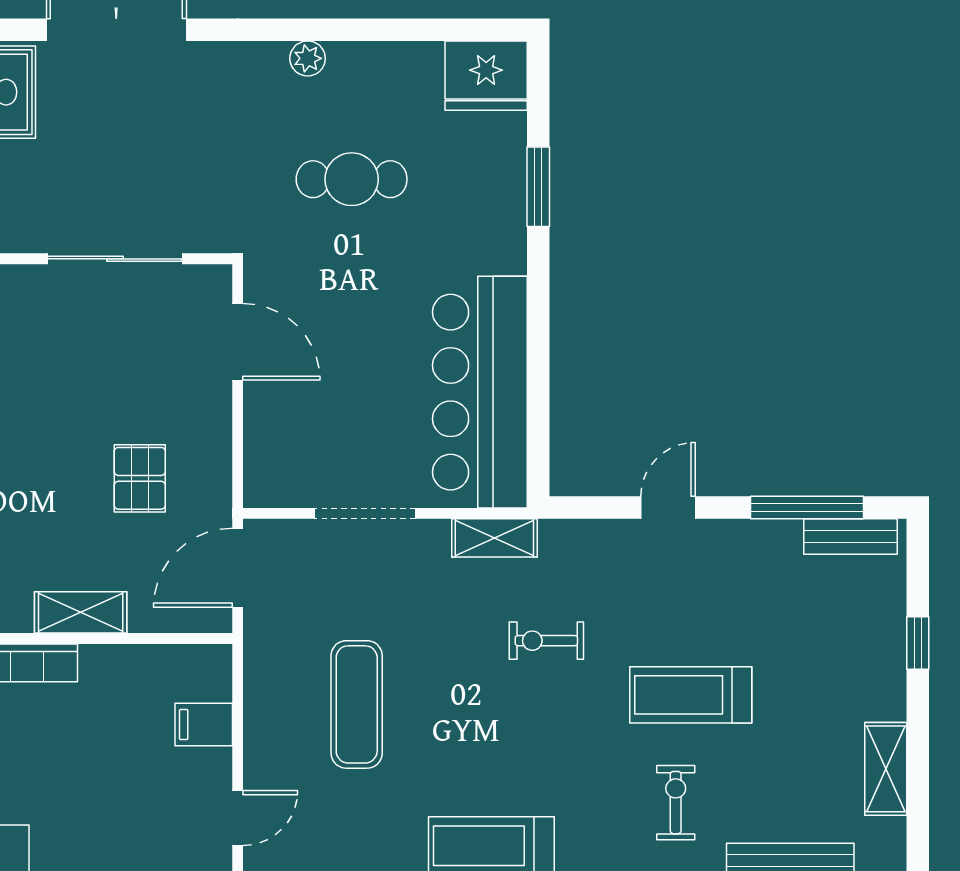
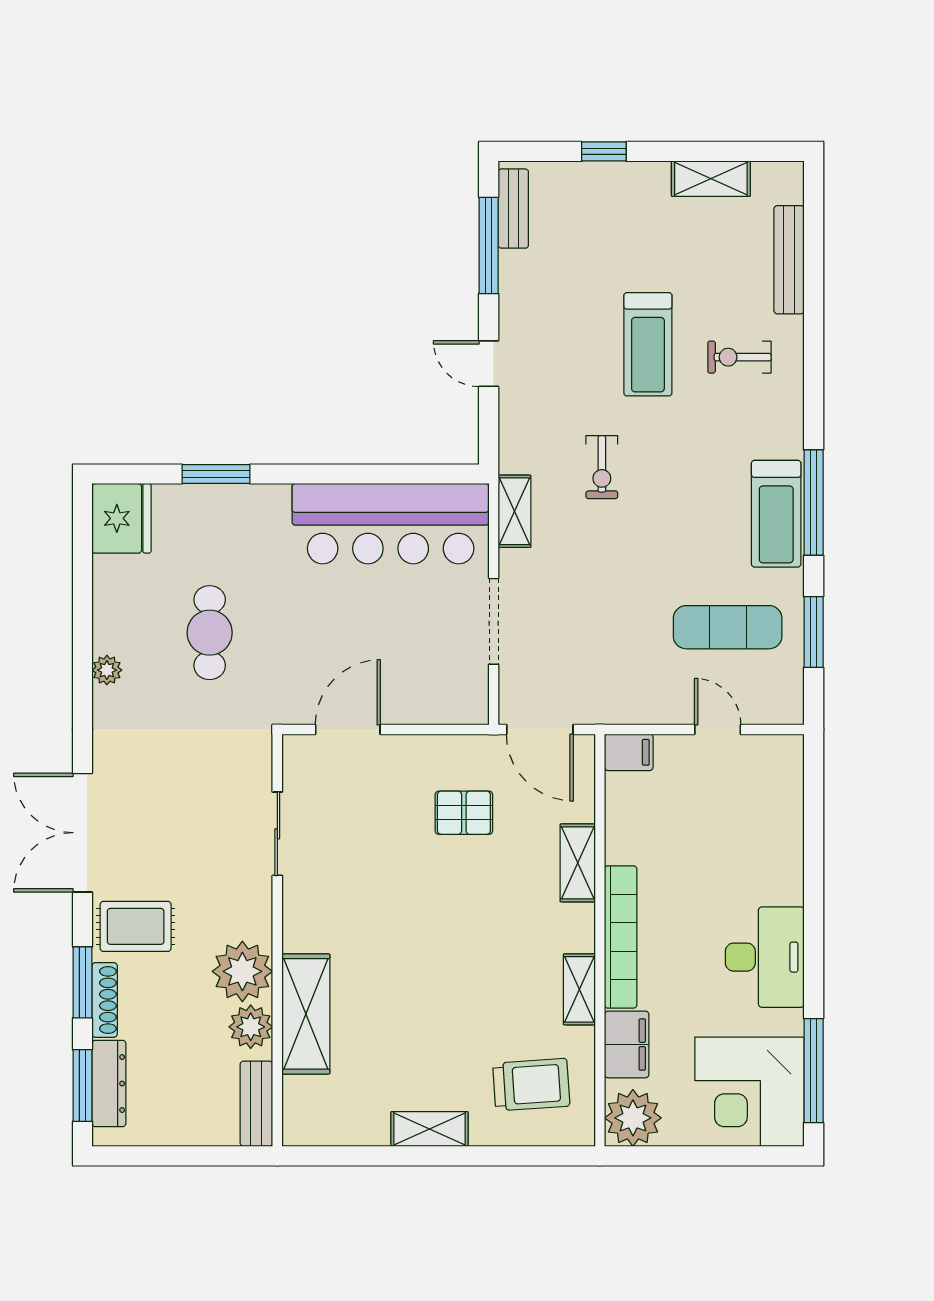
sliding door: (115, 259) -> (277, 834), width x0.73
exercise mat: (357, 704) -> (728, 627), moved
filing cabinet: (204, 724) -> (629, 752), moved, turned -90
door: (238, 818) -> (718, 729), moved

